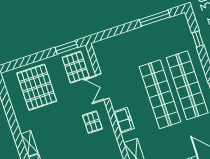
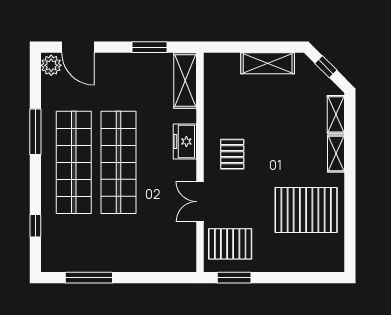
pallet: (76, 67) -> (230, 244), turned 90
pallet: (37, 87) -> (306, 210), moved, turned 90
double door: (102, 87) -> (200, 202), swing flipped

